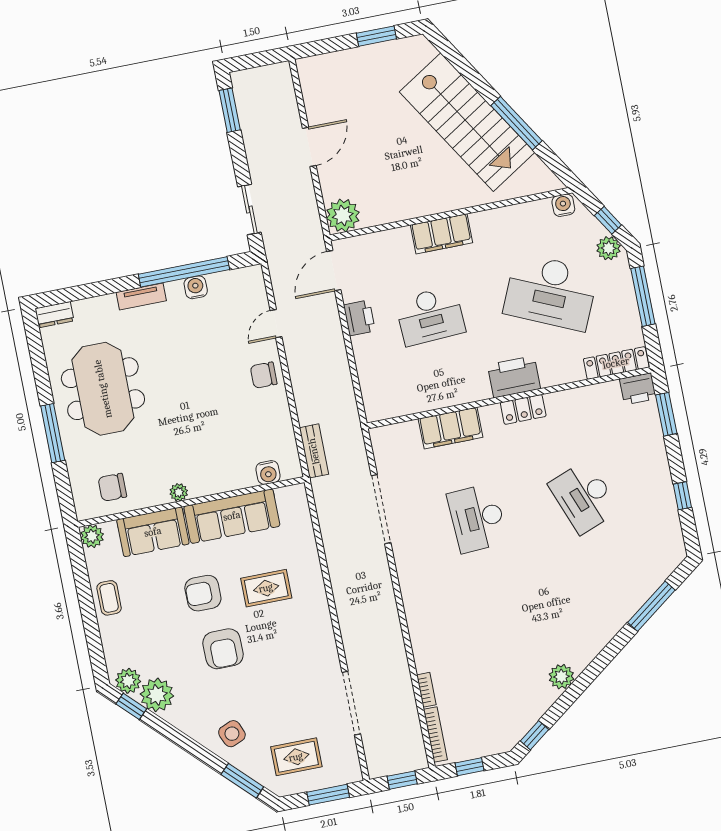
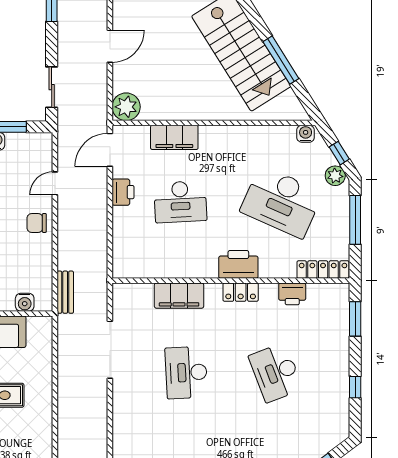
filing cabinet: (441, 234) -> (174, 137), moved
printer: (638, 389) -> (292, 294), moved

